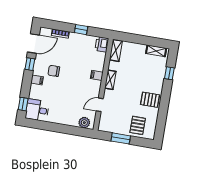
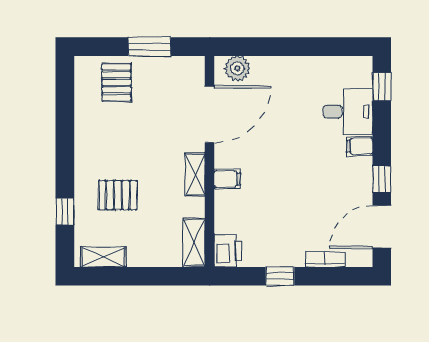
chair: (54, 71) -> (326, 173), removed
pallet: (150, 100) -> (118, 195), moved
door: (100, 105) -> (210, 114), width x1.87
desk: (37, 110) -> (348, 112), moved

